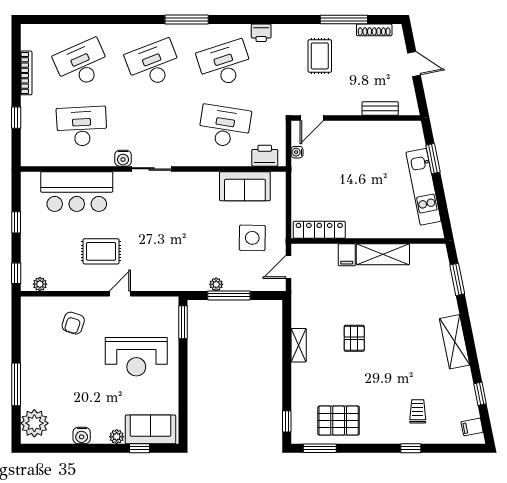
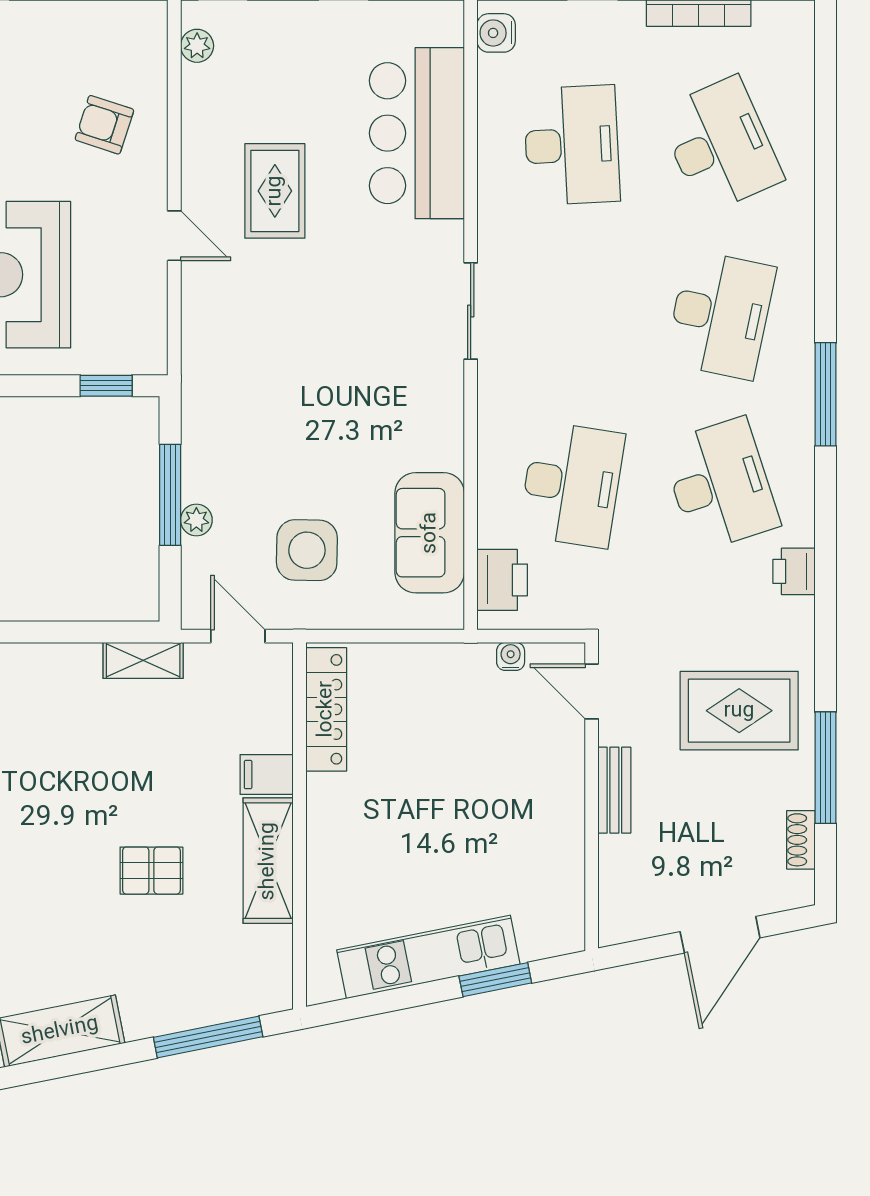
shoe rack: (374, 30) -> (801, 840), width x0.70
rug: (320, 56) -> (739, 711), width x1.36, depth x1.43
desk: (153, 64) -> (720, 315), turned 33
door: (414, 64) -> (720, 935), width x1.38
bench: (380, 108) -> (614, 790), moved
water cooler: (123, 158) -> (496, 33), moved
window: (457, 279) -> (208, 1037), width x1.44
plant: (216, 284) -> (196, 520), moved
window: (183, 322) -> (106, 386), width x0.67
pallet: (354, 338) -> (151, 871), moved
shelving: (299, 345) -> (143, 660), moved

